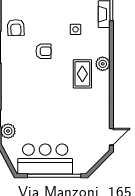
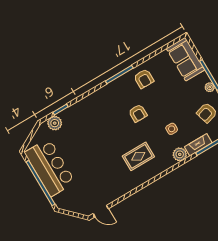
armchair: (16, 28) -> (144, 79), turned -88
plant: (103, 64) -> (180, 154), moved

